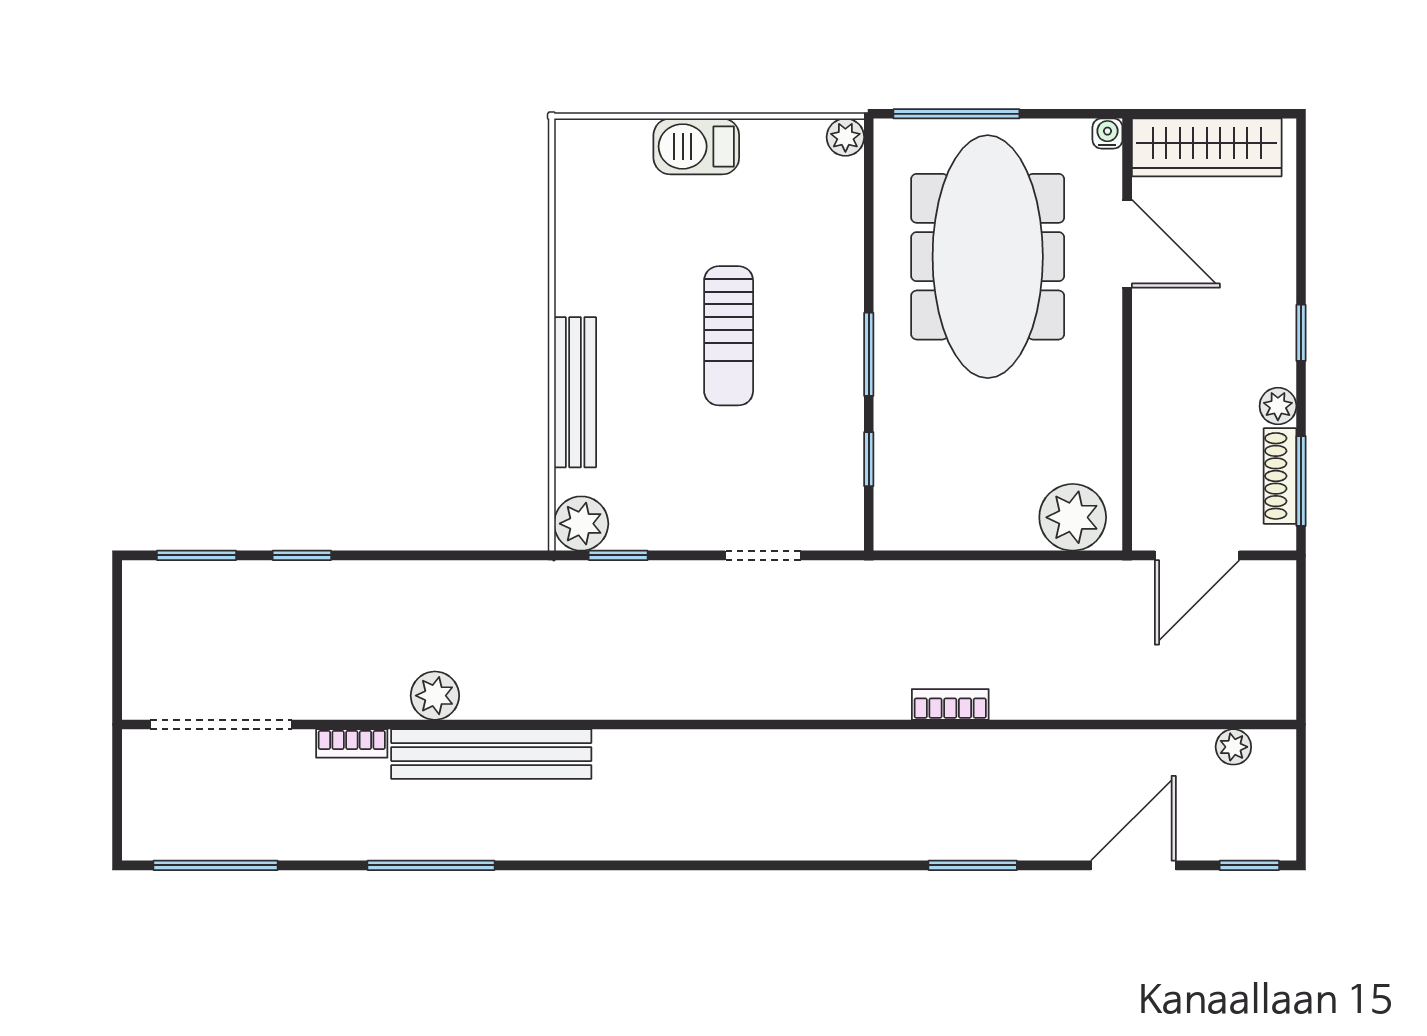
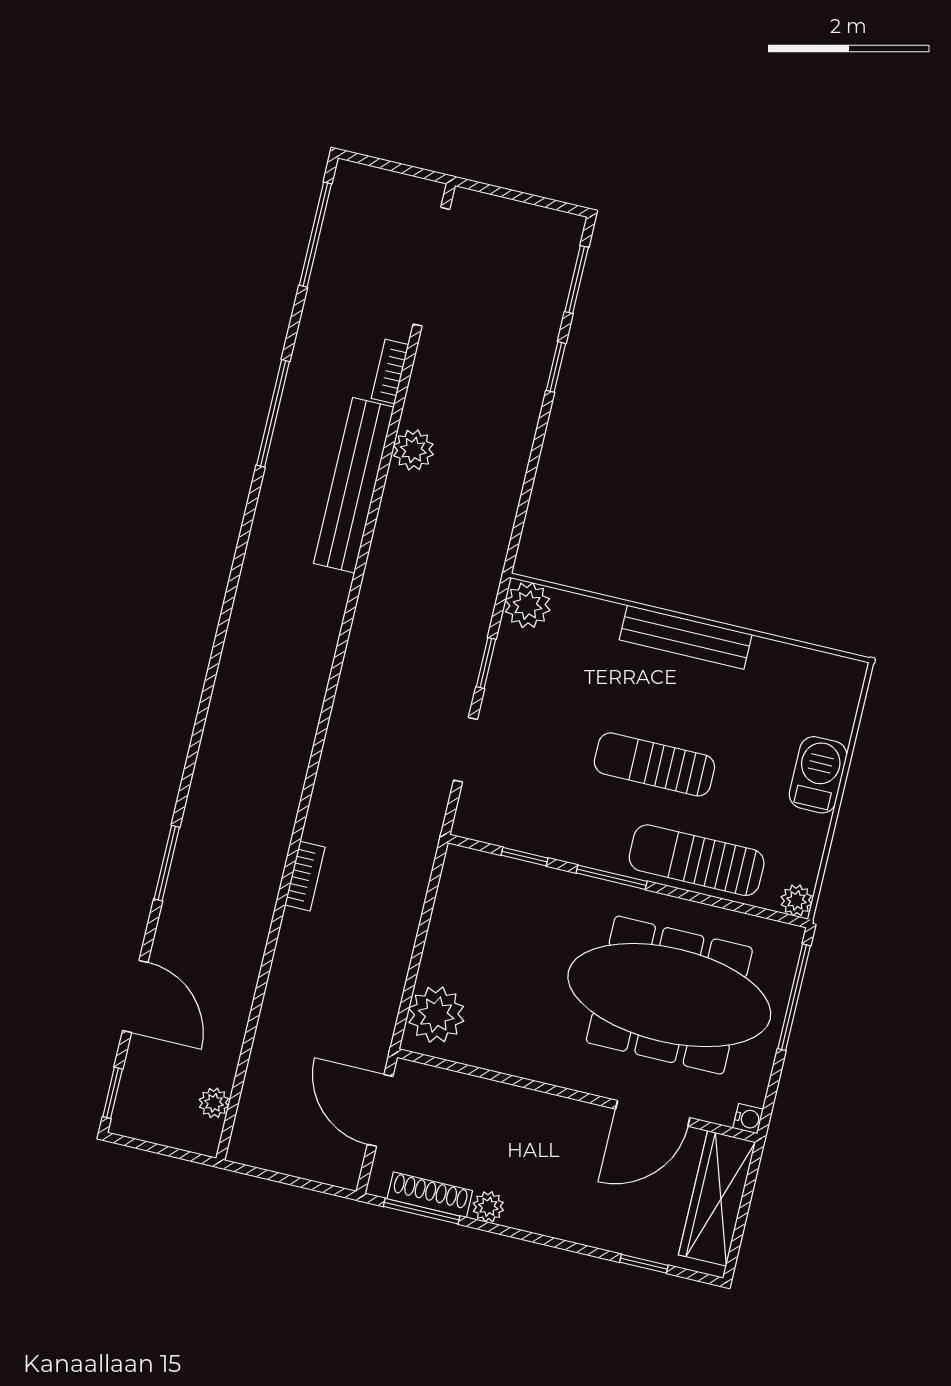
sun lounger: (826, 262) -> (697, 860), added
window: (1301, 333) -> (644, 1264), moved
bench: (575, 392) -> (686, 637), moved
window: (618, 555) -> (486, 663), moved

